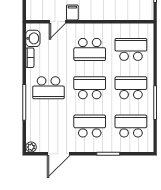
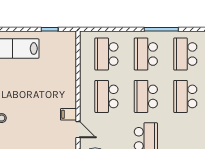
school desk: (90, 49) -> (106, 96), turned 180

